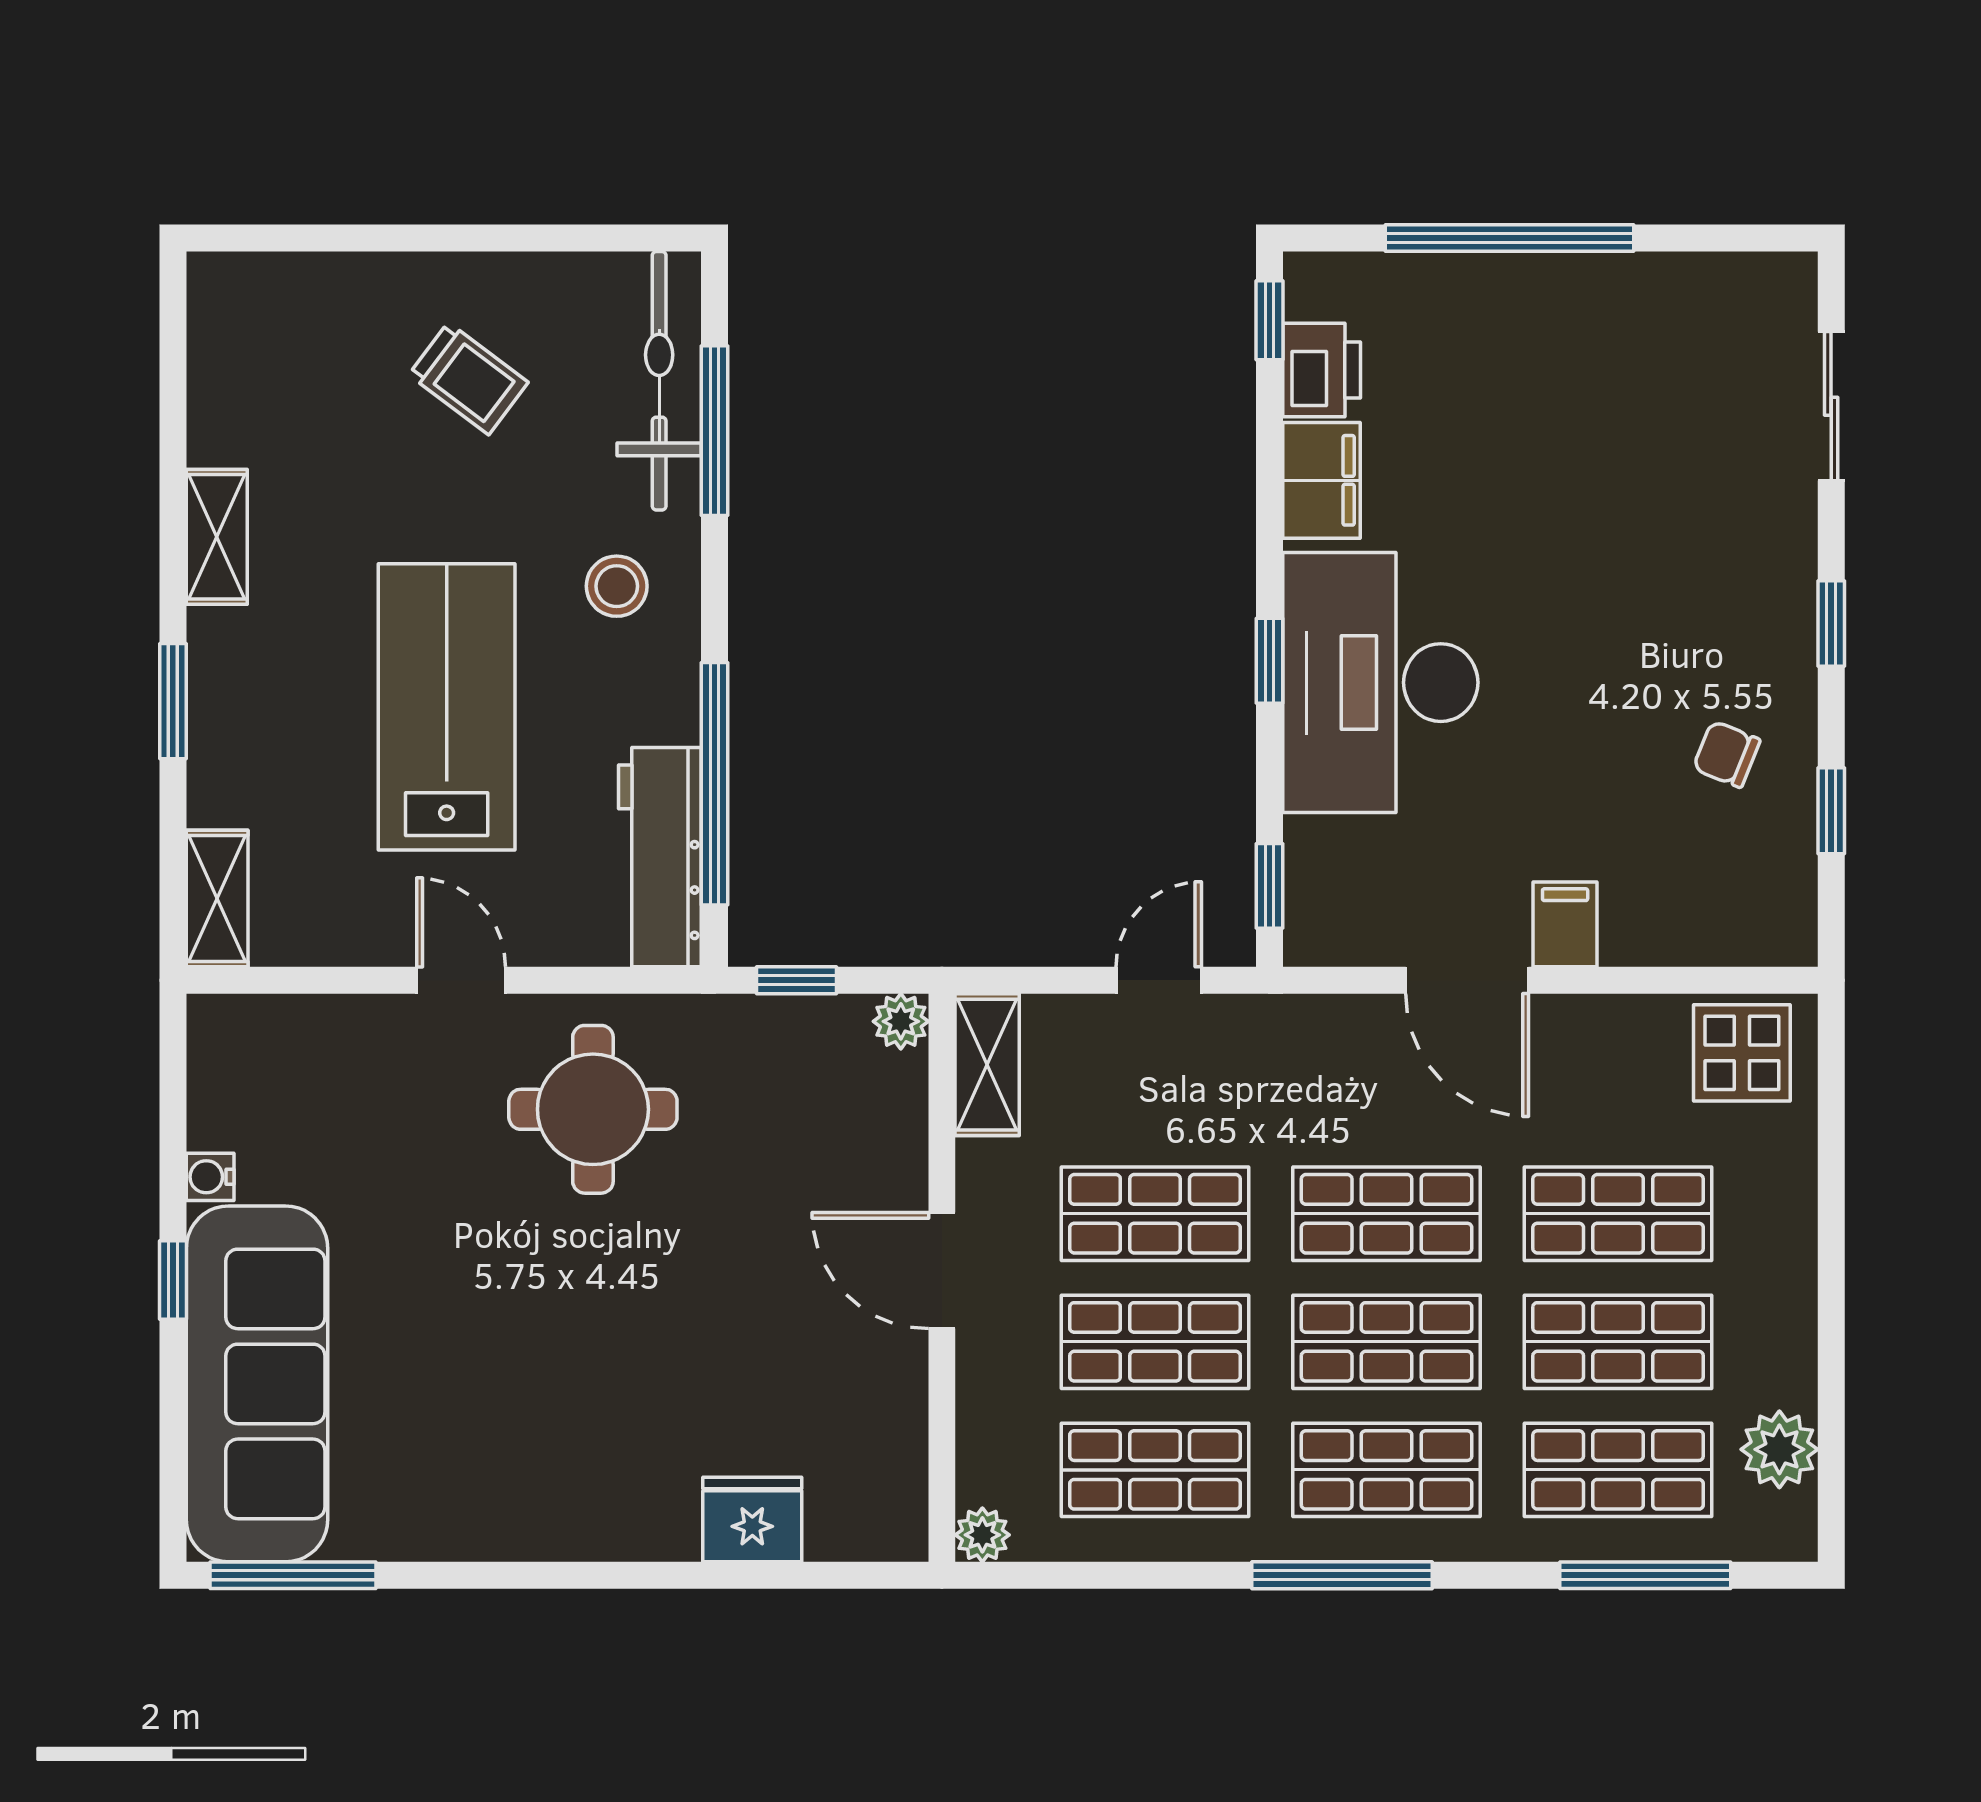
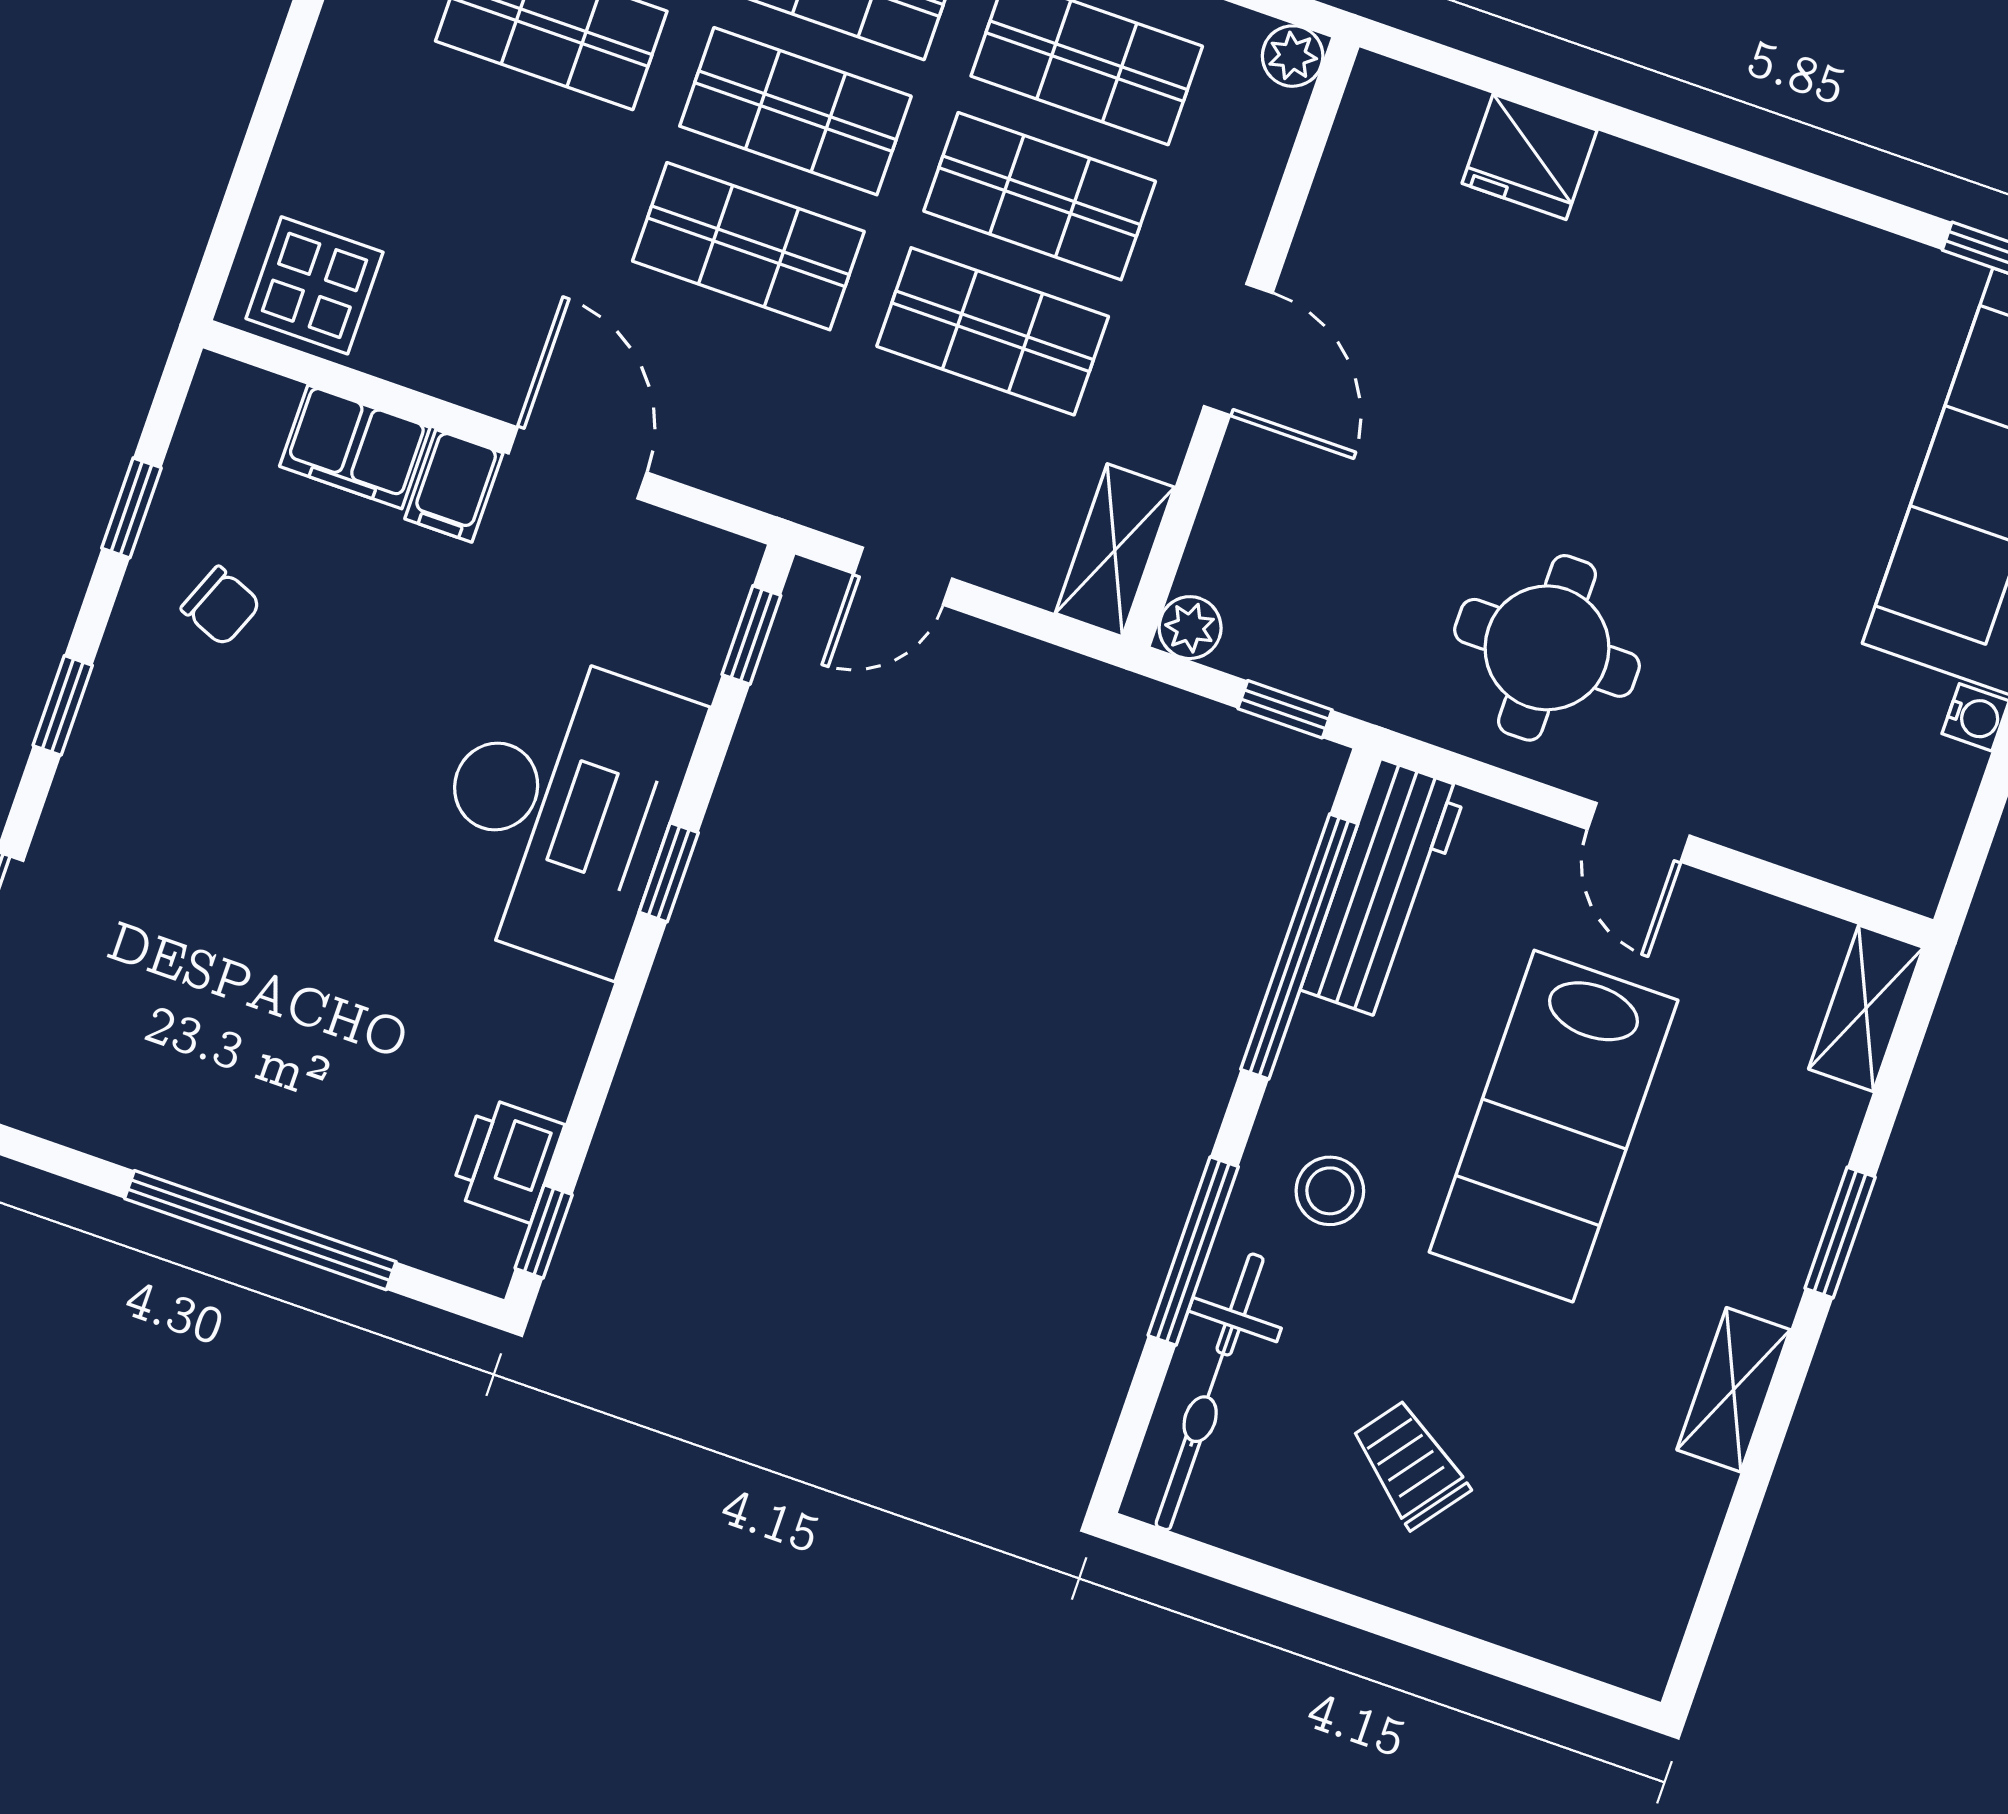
window: (715, 431) -> (1193, 1251), moved
filing cabinet: (1322, 480) -> (355, 447), moved, turned -90
shop shelf: (1618, 1214) -> (504, 161), removed

